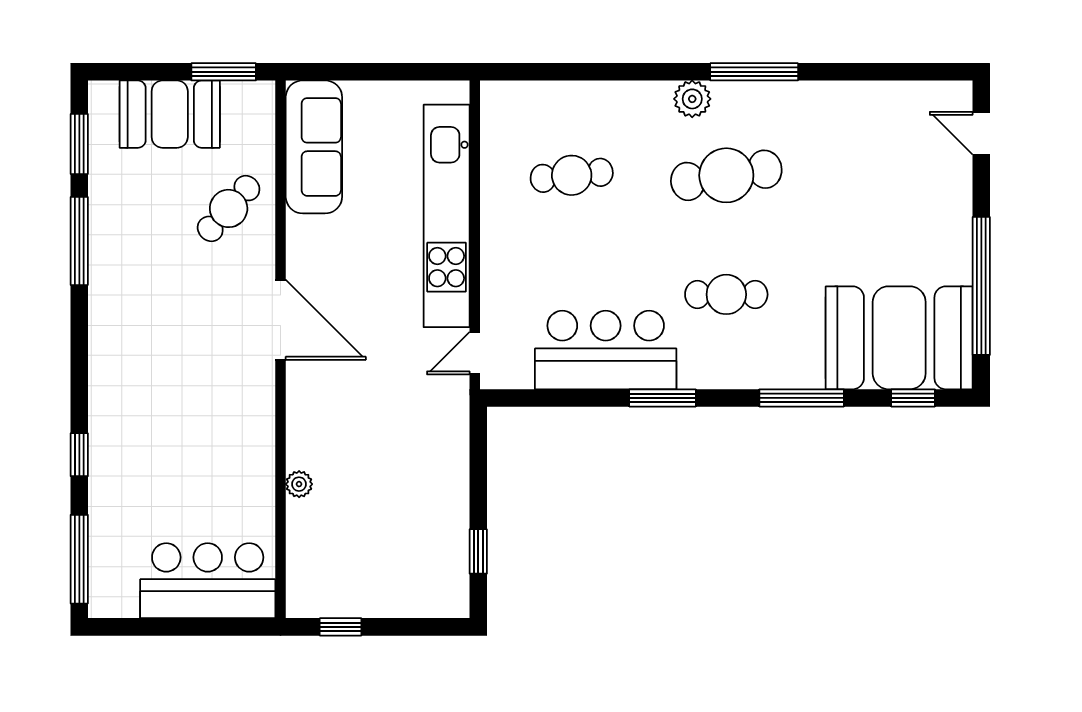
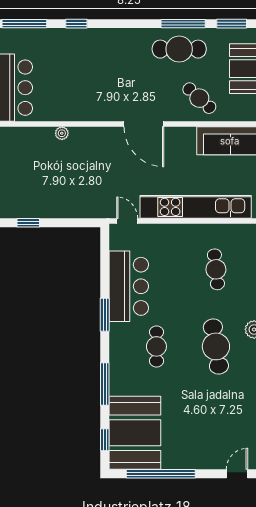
cafe table: (130, 249) -> (179, 49), added
door: (280, 320) -> (144, 124), hinge flipped

